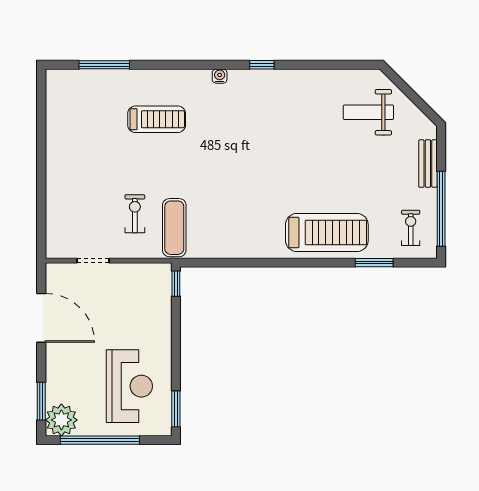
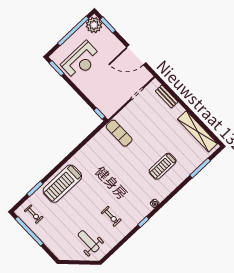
weight bench: (368, 112) -> (89, 241), turned -90
shelving: (58, 122) -> (197, 131), added
bench: (428, 164) -> (167, 96), moved
exercise bike: (135, 214) -> (111, 216), moved
reception desk: (129, 386) -> (81, 60), turned -90

